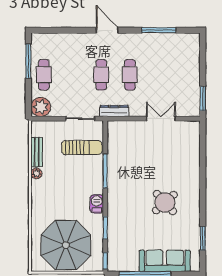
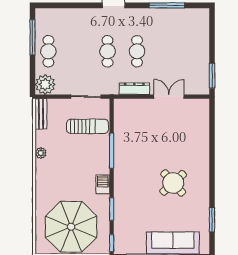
dresser: (114, 111) -> (134, 89), moved
bench: (37, 152) -> (41, 114), moved

